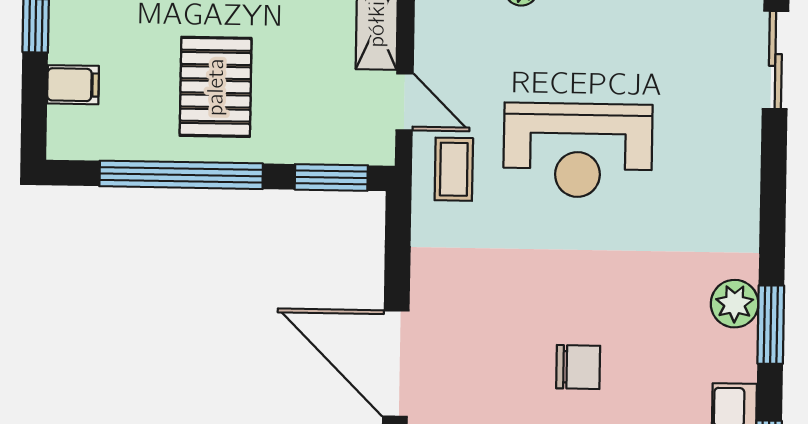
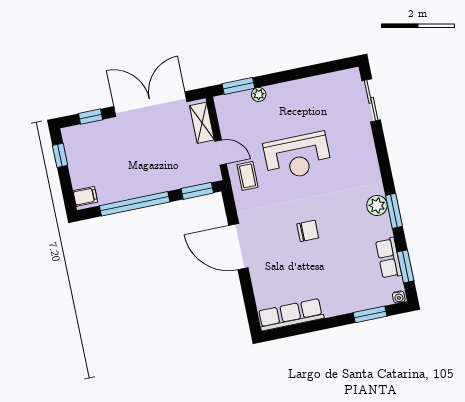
filing cabinet: (73, 85) -> (85, 196), moved
pallet: (216, 87) -> (141, 164), removed
door: (396, 364) -> (238, 247), moved
chair: (578, 367) -> (308, 231), moved

